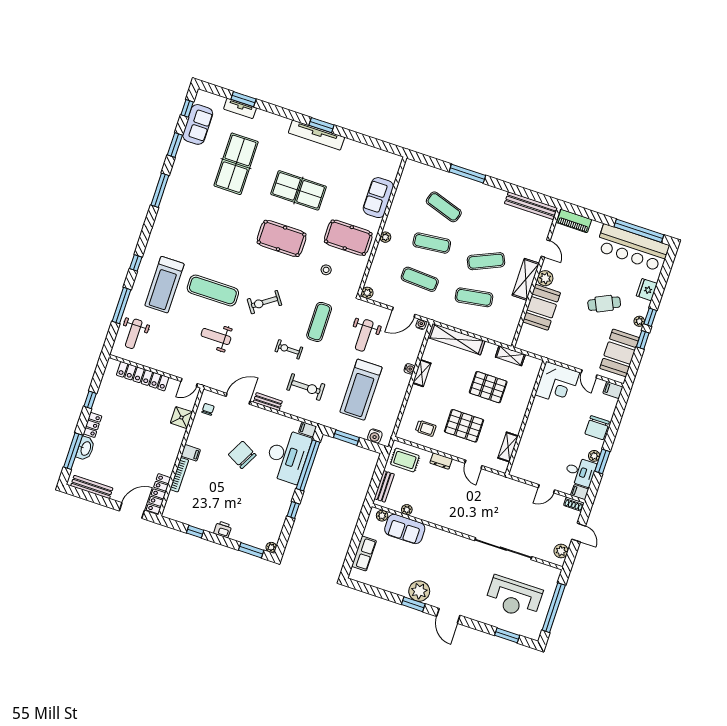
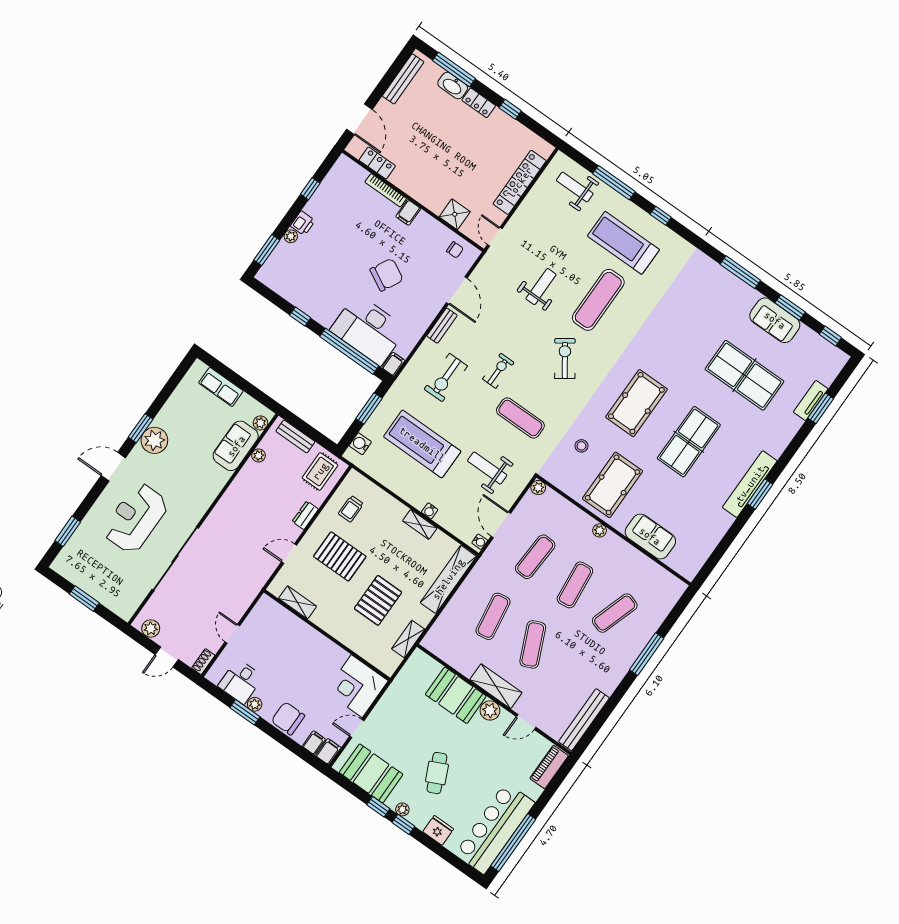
sofa: (198, 124) -> (775, 320), moved
pallet: (464, 426) -> (340, 556), turned 90
filing cabinet: (580, 492) -> (314, 743), moved
locker: (158, 494) -> (377, 163), width x0.66
plant: (271, 547) -> (291, 236), moved
reception desk: (514, 597) -> (136, 518), moved
window: (554, 608) -> (84, 598), width x0.47

